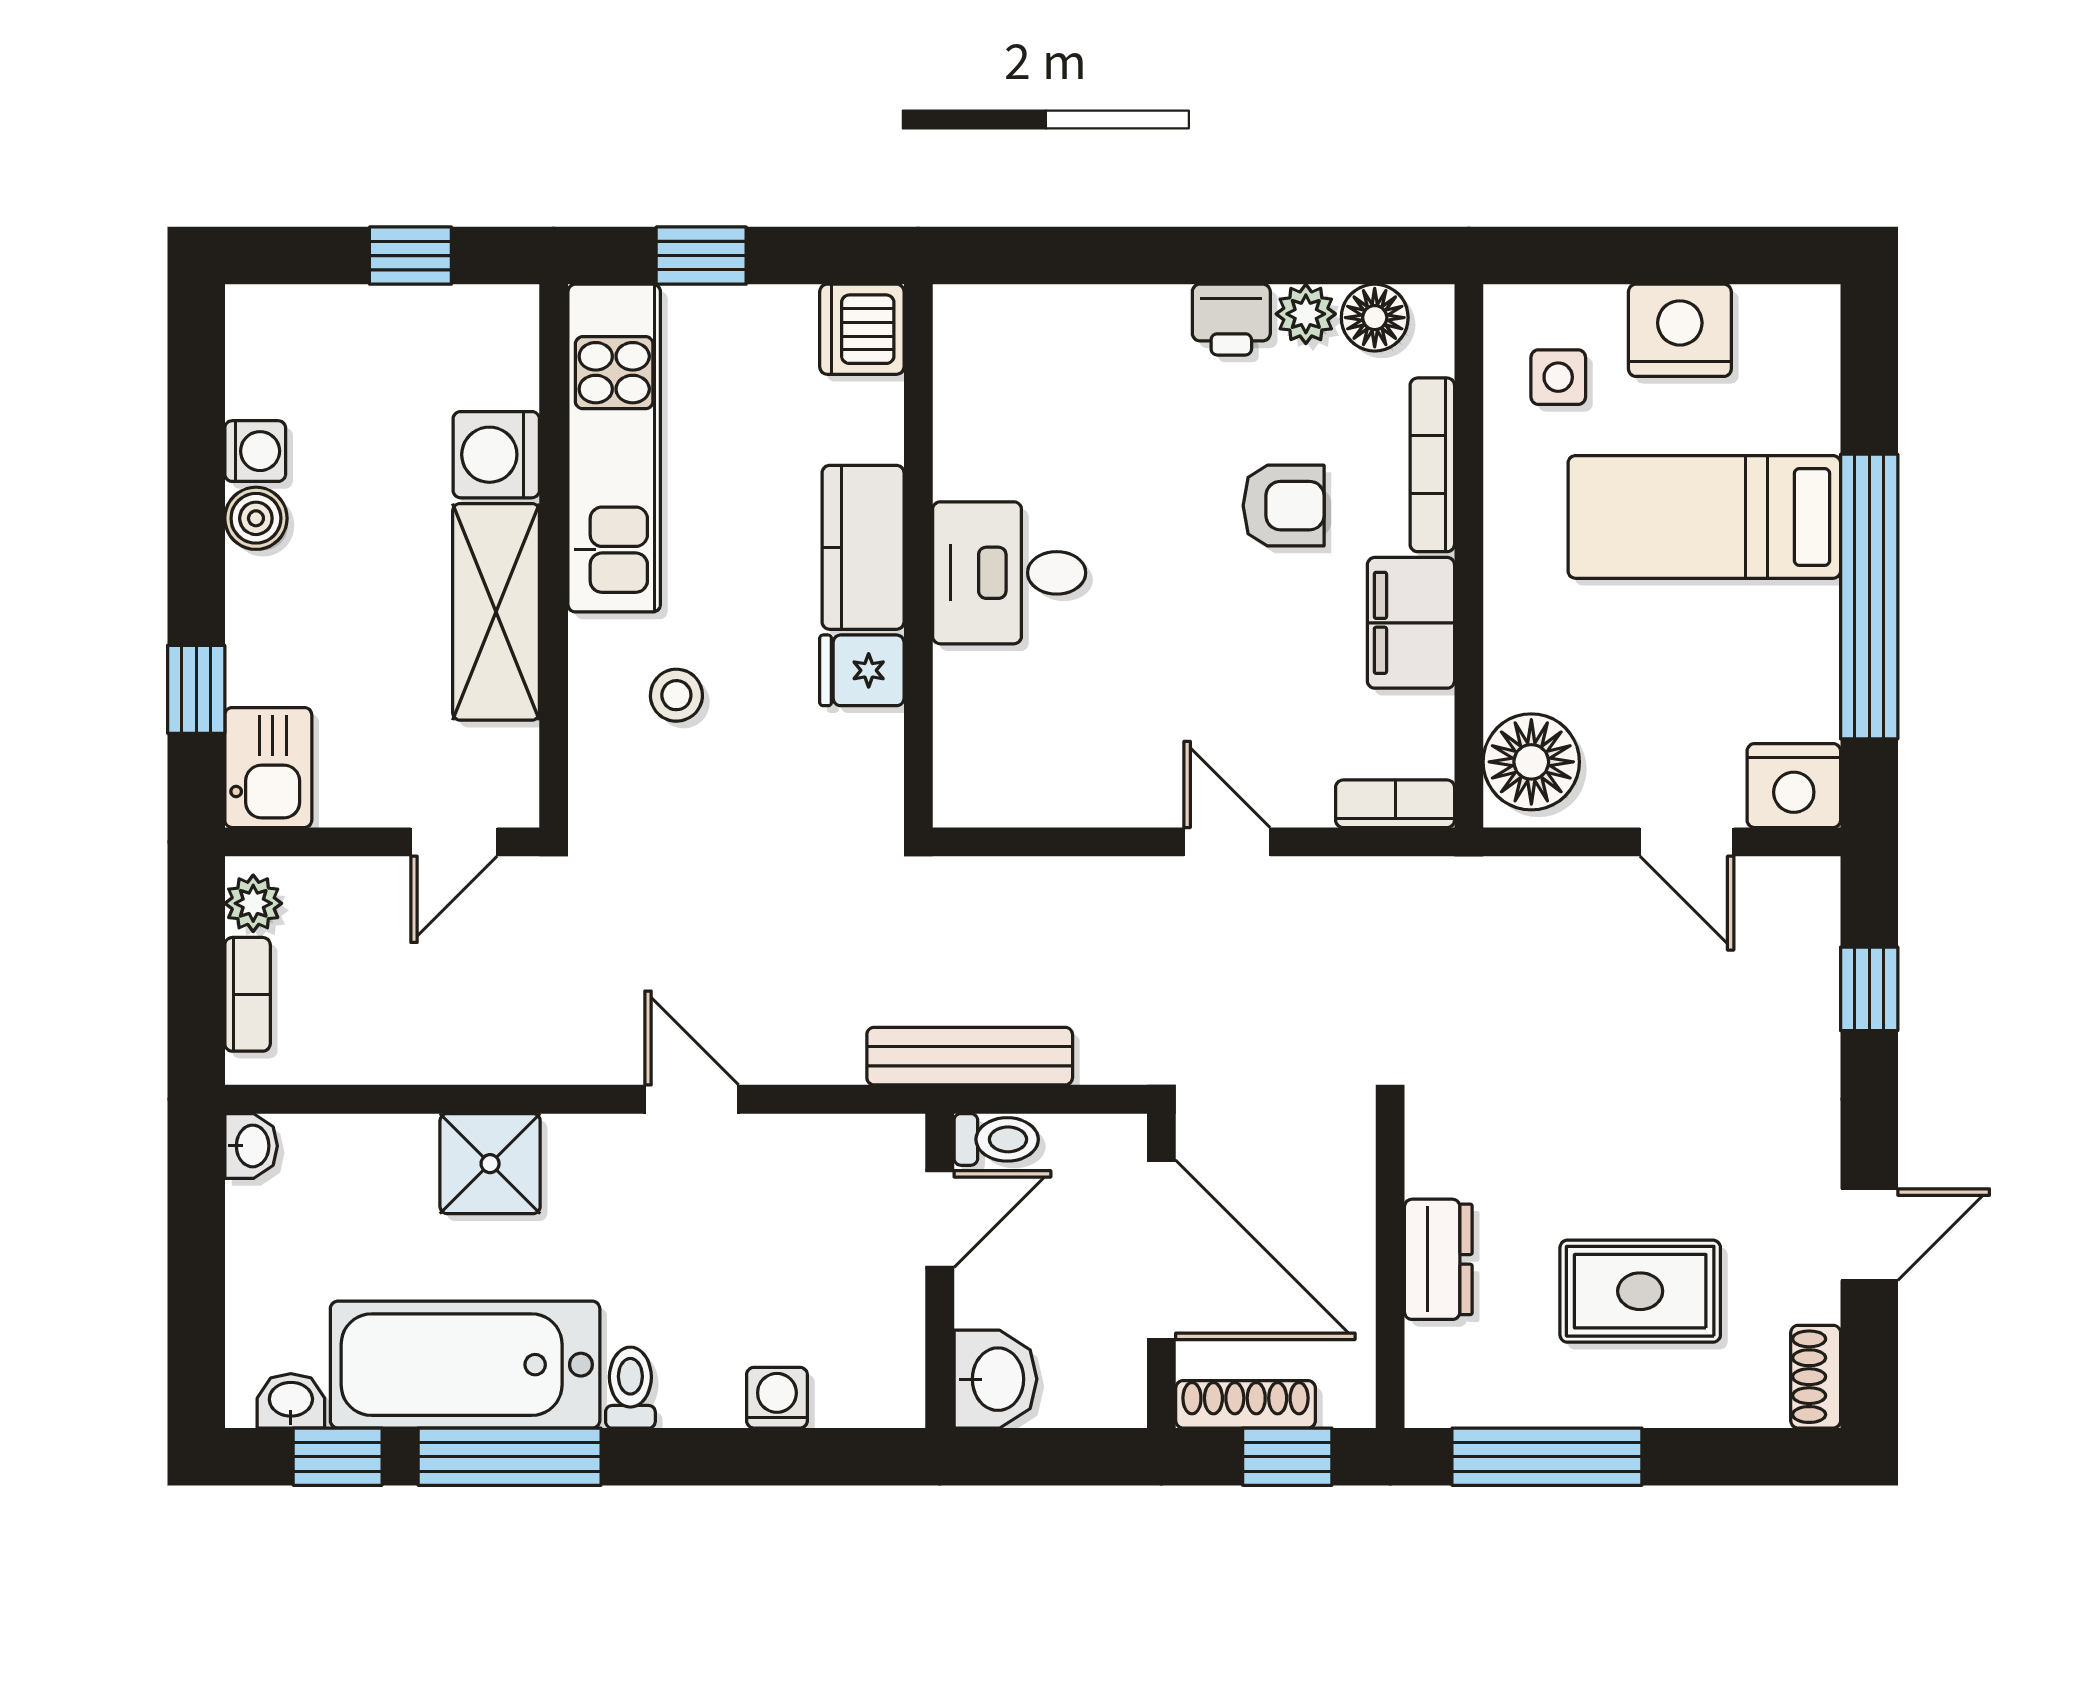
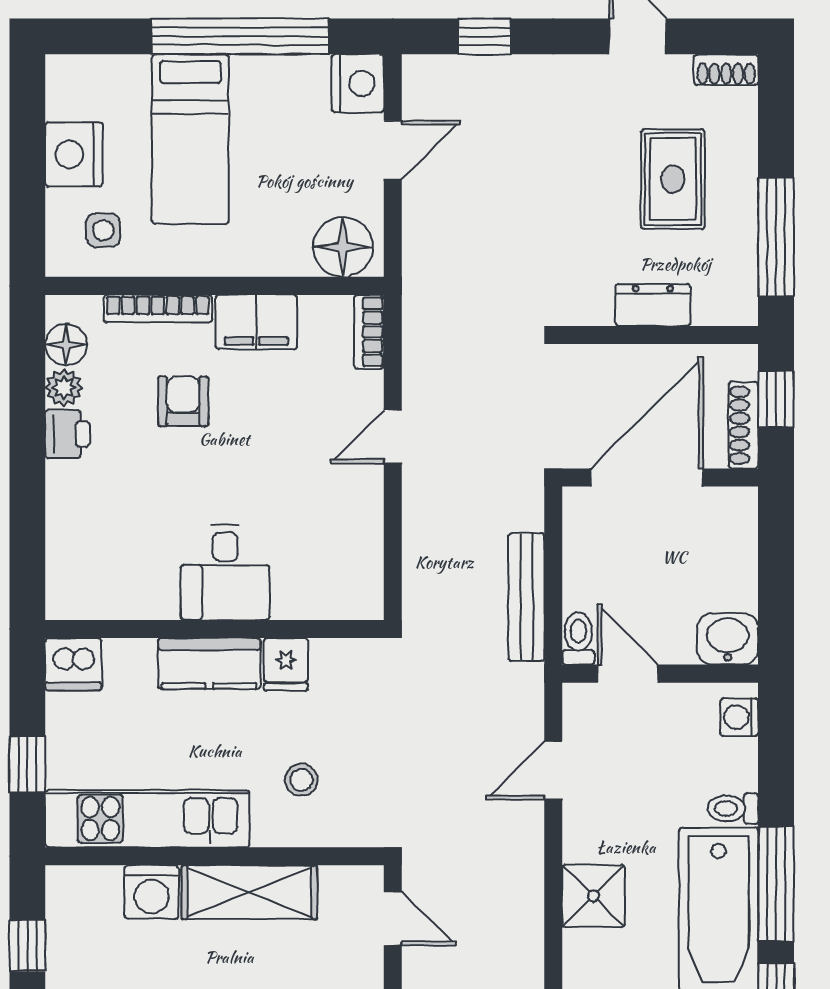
toilet: (996, 1139) -> (578, 638), moved
door: (940, 1219) -> (628, 674), moved
wall: (940, 1271) -> (660, 674), moved
washbasin: (995, 1379) -> (728, 639), moved

